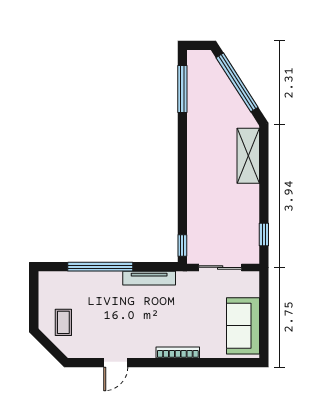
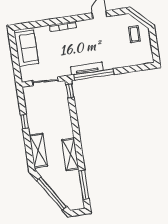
shelving: (197, 142) -> (70, 154), added
window: (264, 235) -> (24, 121), moved
window: (100, 267) -> (94, 74), moved

